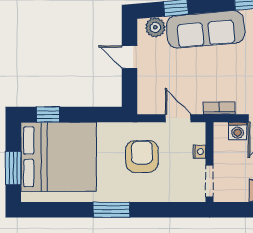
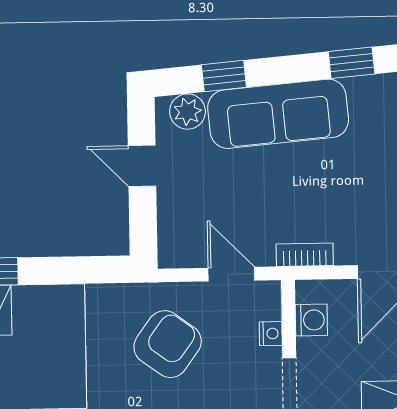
washing machine: (238, 131) -> (311, 320), moved, turned -90
armchair: (142, 156) -> (168, 344), turned 36

